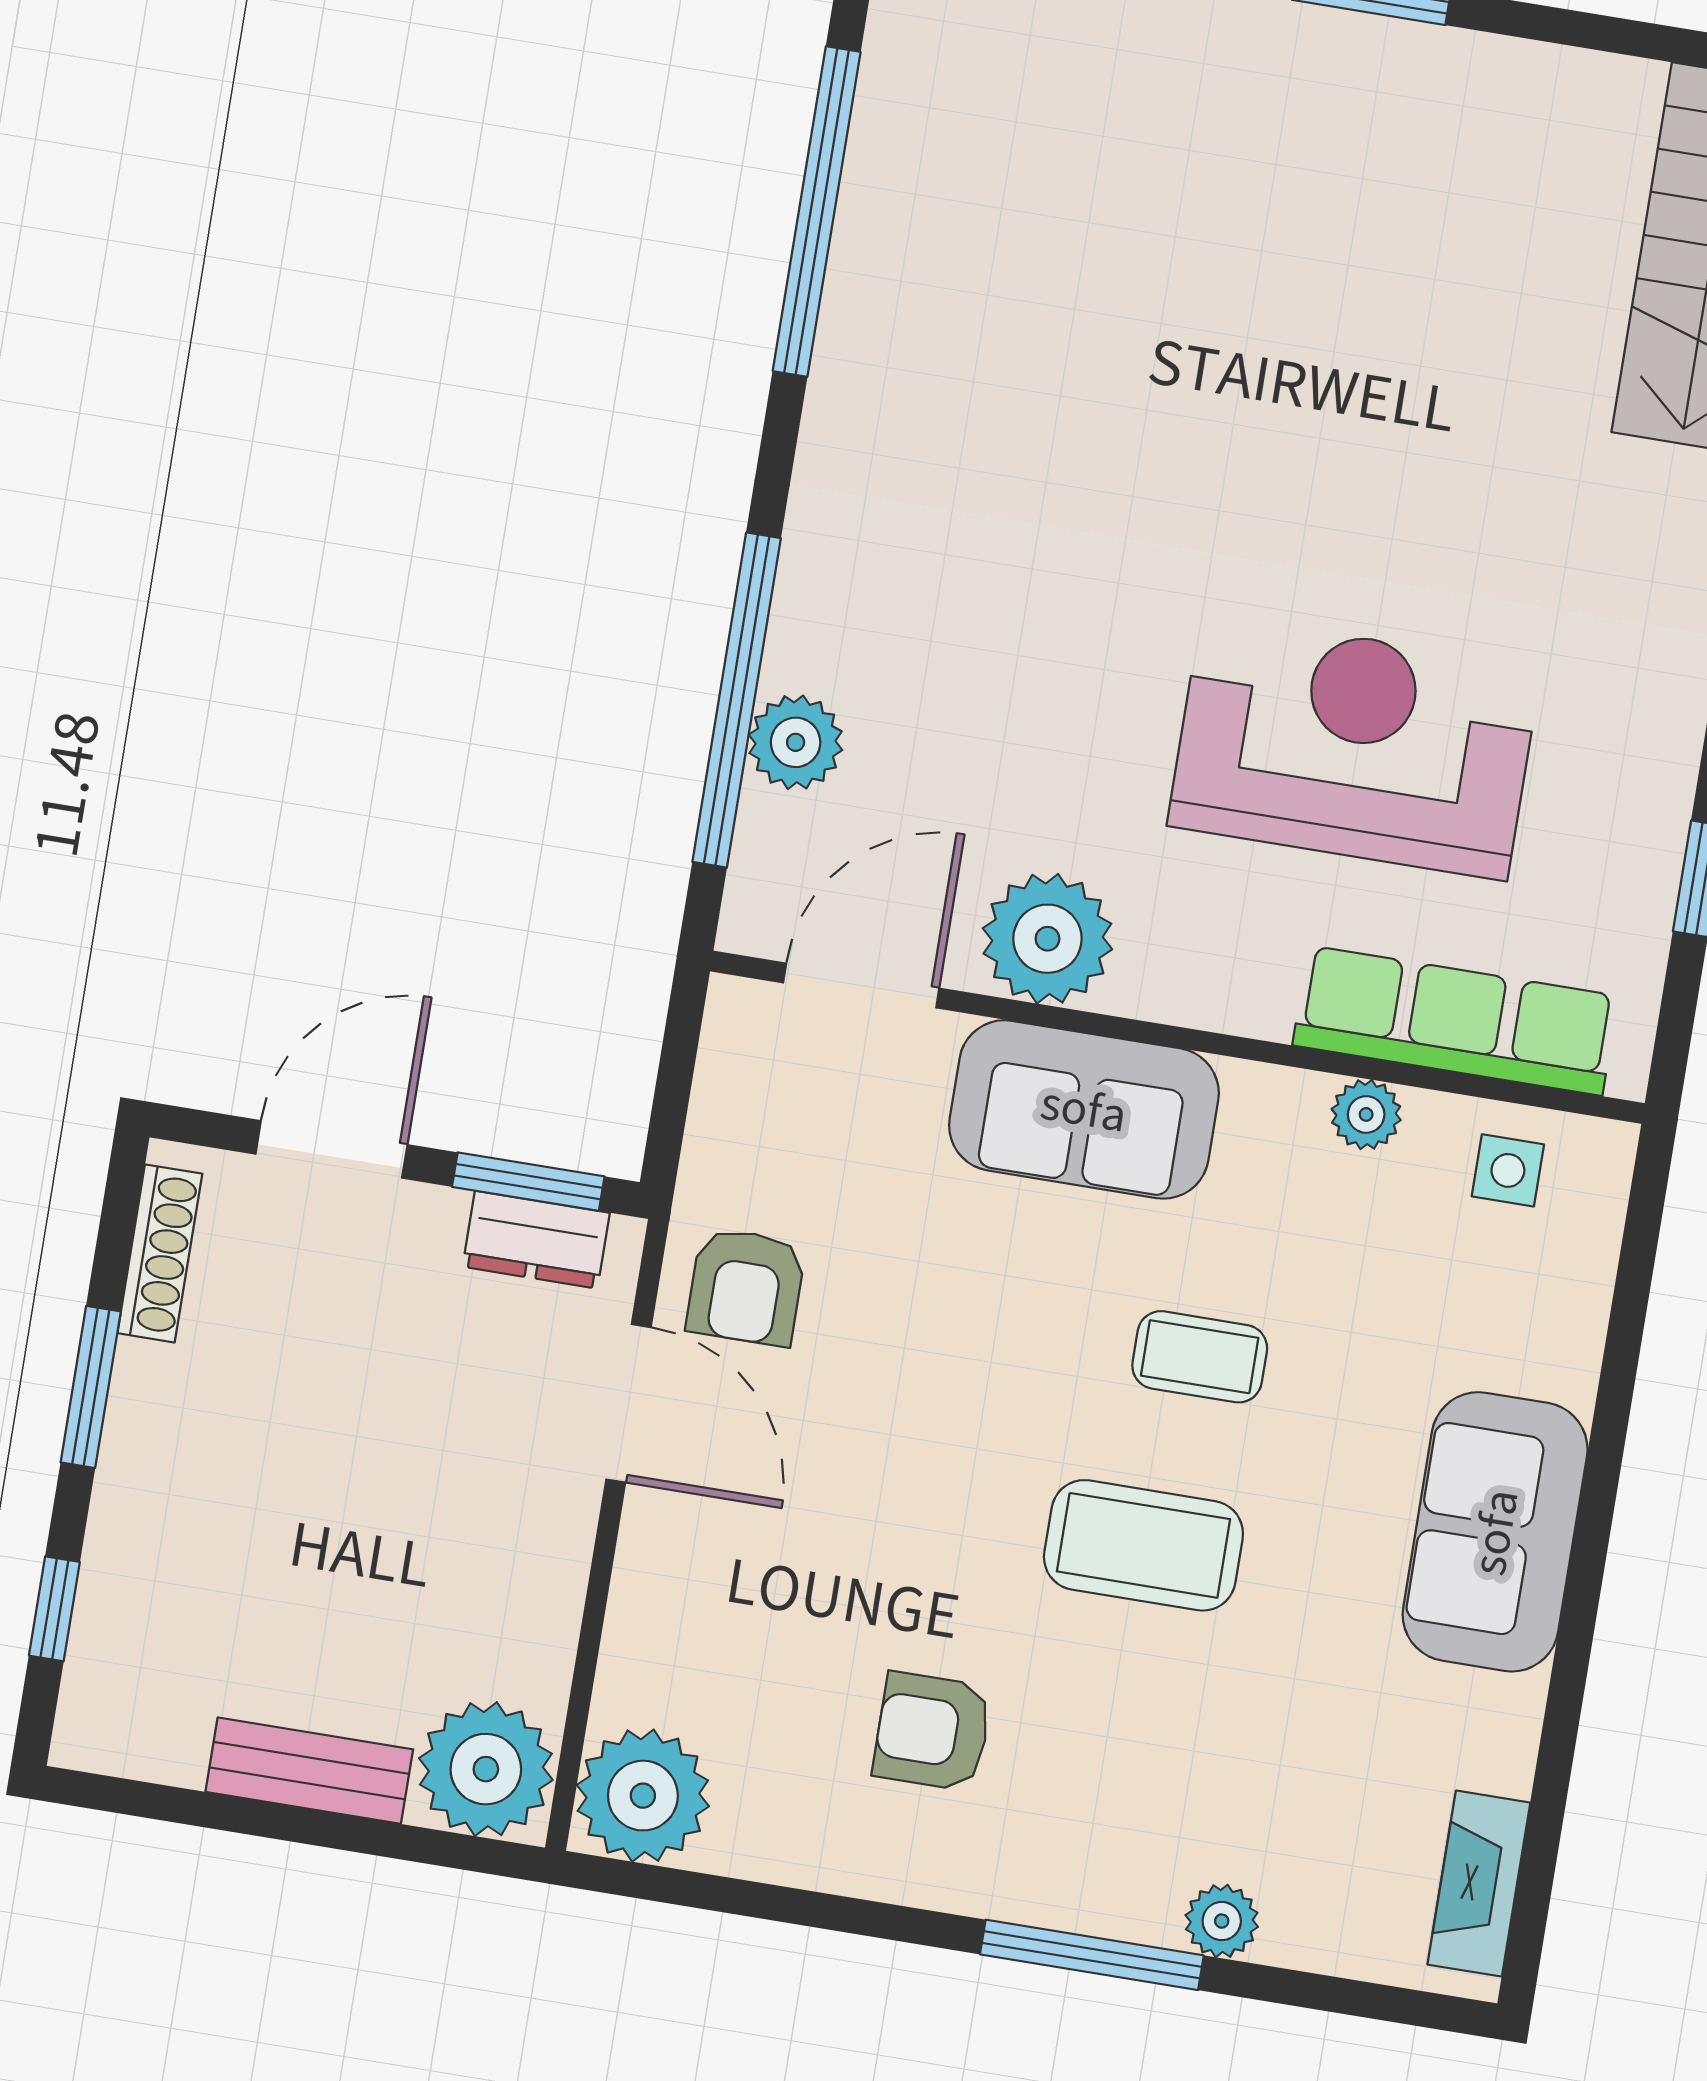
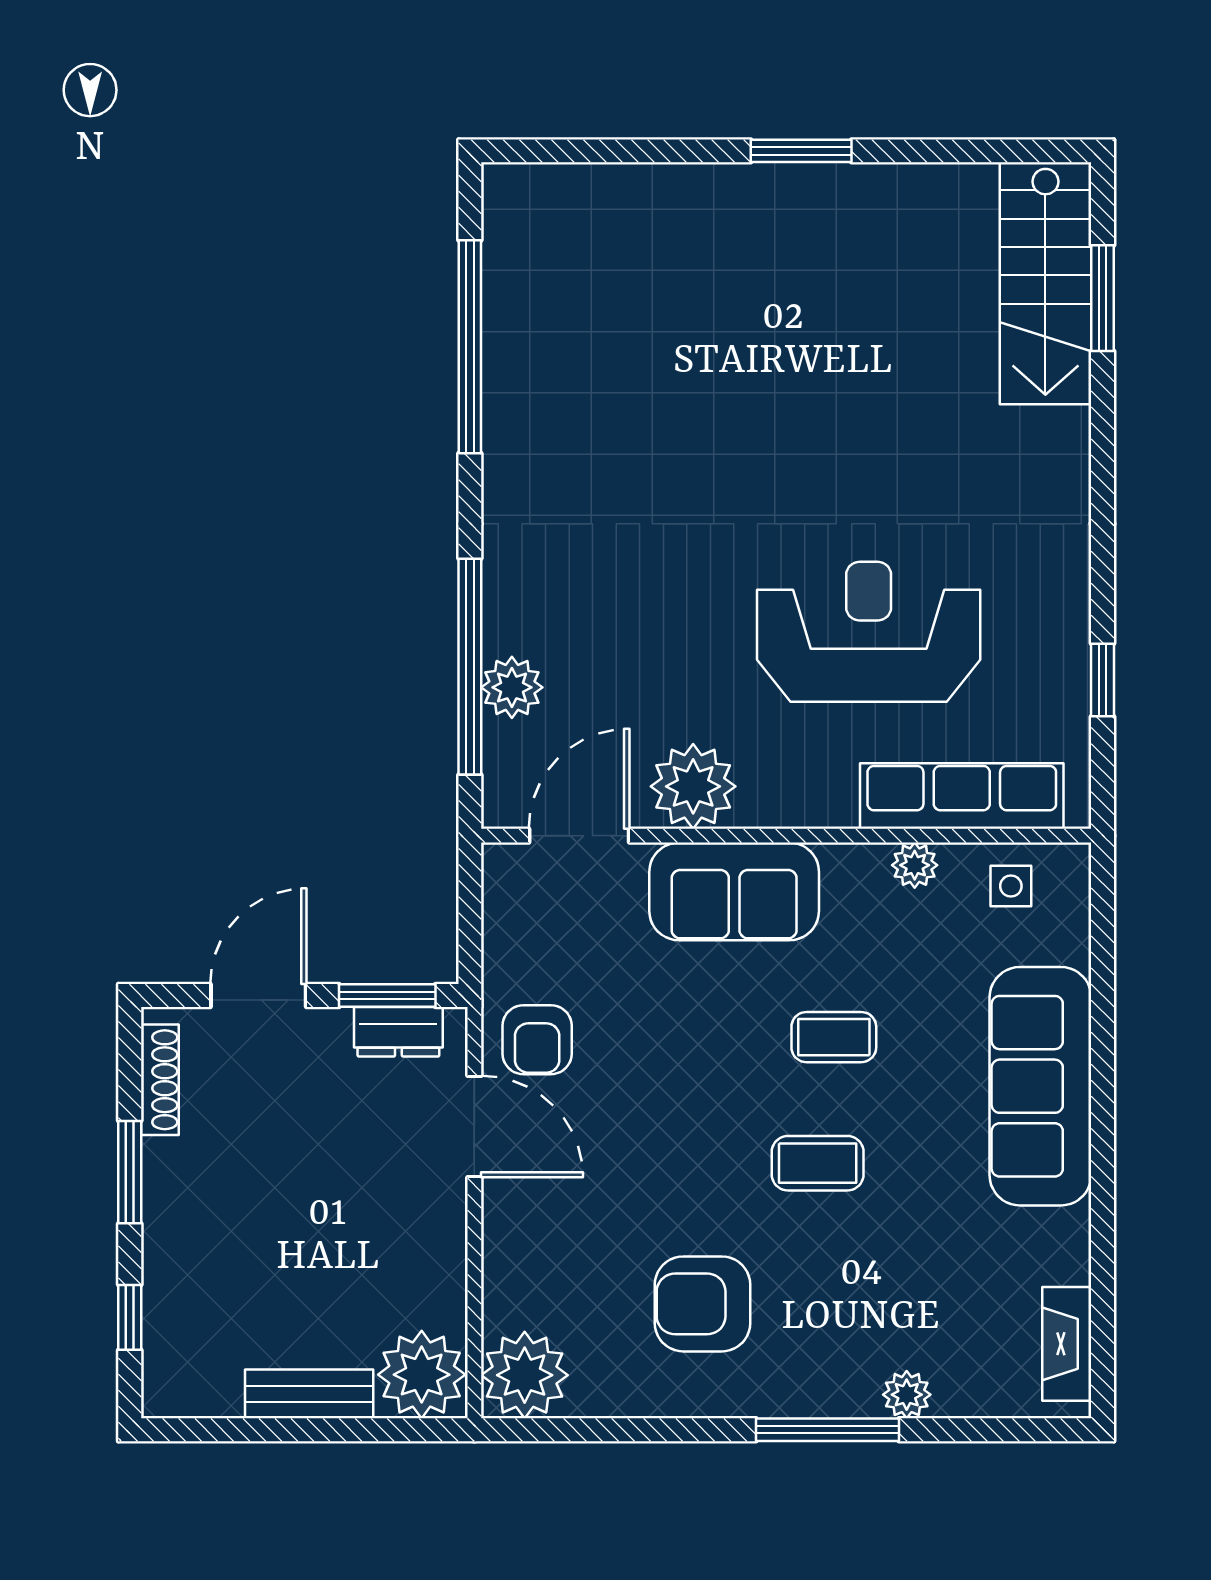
sofa: (1495, 1532) -> (1040, 1086), width x1.36
coffee table: (1143, 1545) -> (818, 1163), width x0.73, depth x0.77
armchair: (932, 1731) -> (703, 1304), width x1.38, depth x1.38

